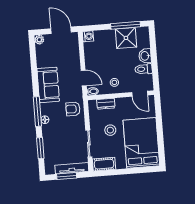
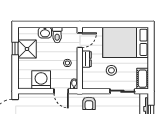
window: (126, 25) -> (15, 48), width x0.46
washing machine: (88, 36) -> (41, 80), moved, width x1.89, depth x1.89
door: (84, 78) -> (61, 91), swing flipped
dresser: (106, 104) -> (87, 59), moved

